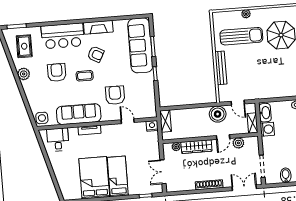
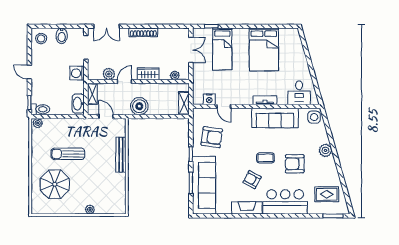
sun lounger: (241, 36) -> (68, 154), moved, width x0.73, depth x0.75
rug: (24, 46) -> (327, 194), turned 90
armchair: (57, 72) -> (295, 164), turned 90
plant: (24, 74) -> (326, 150), moved
armchair: (115, 95) -> (212, 137), moved, turned -82
boiler: (218, 114) -> (139, 106), moved
nightstand: (152, 126) -> (209, 99), moved
washing machine: (267, 129) -> (77, 73), moved
wardrobe: (196, 147) -> (148, 74), width x0.67
bed: (118, 176) -> (222, 49), moved

